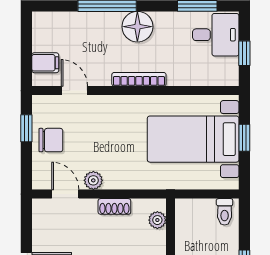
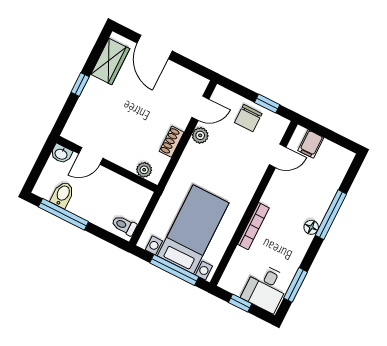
floor lamp: (137, 27) -> (311, 227), width x0.53, depth x0.53
bookcase: (139, 79) -> (253, 226), moved
window: (244, 138) -> (174, 270), width x2.17

